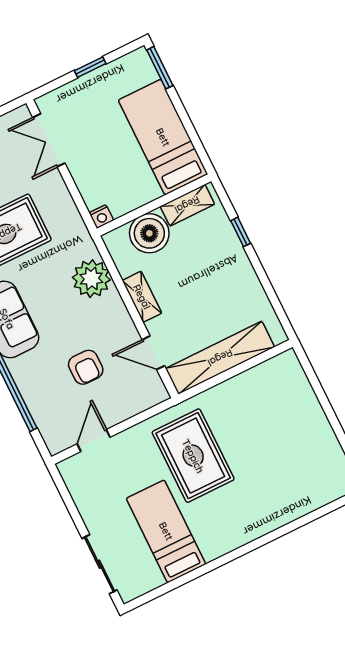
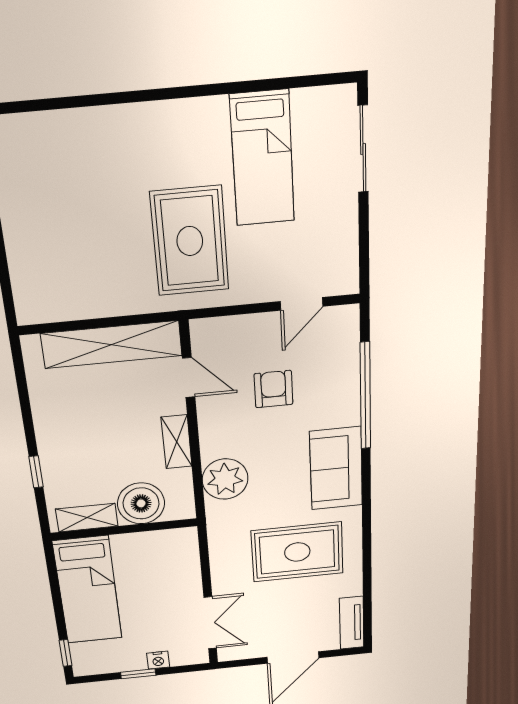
window: (160, 68) -> (65, 653), width x0.67
nightstand: (101, 217) -> (158, 660), moved, turned 180

